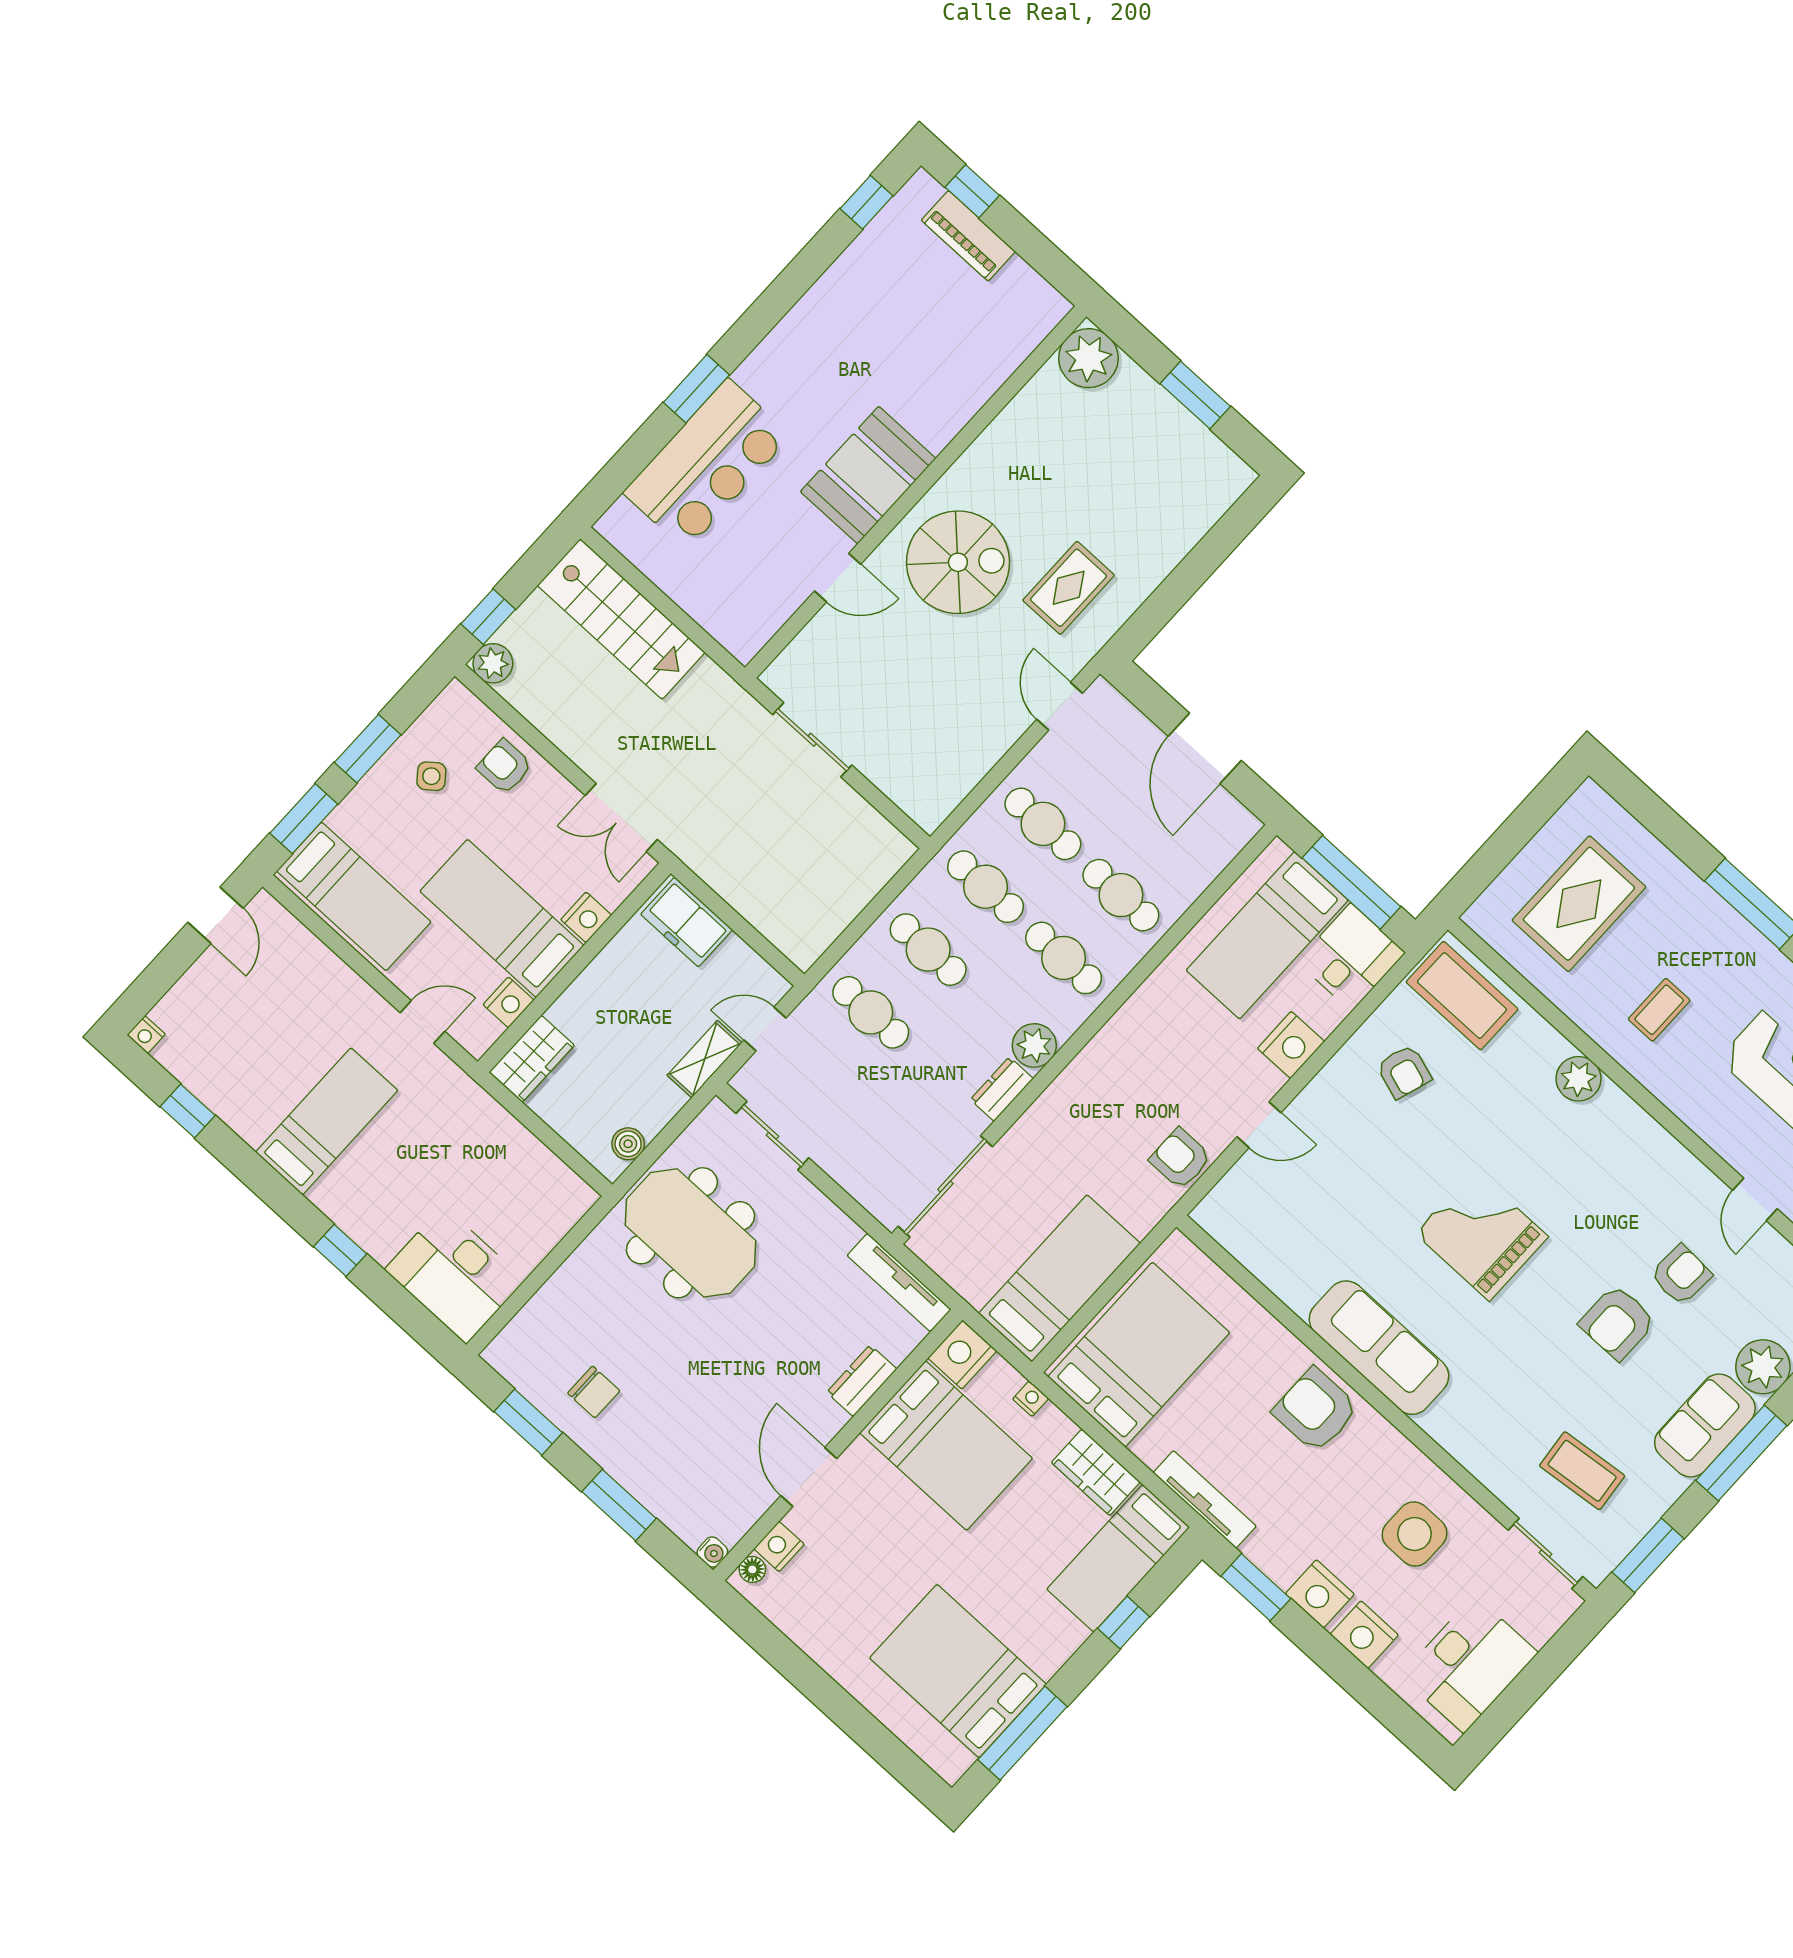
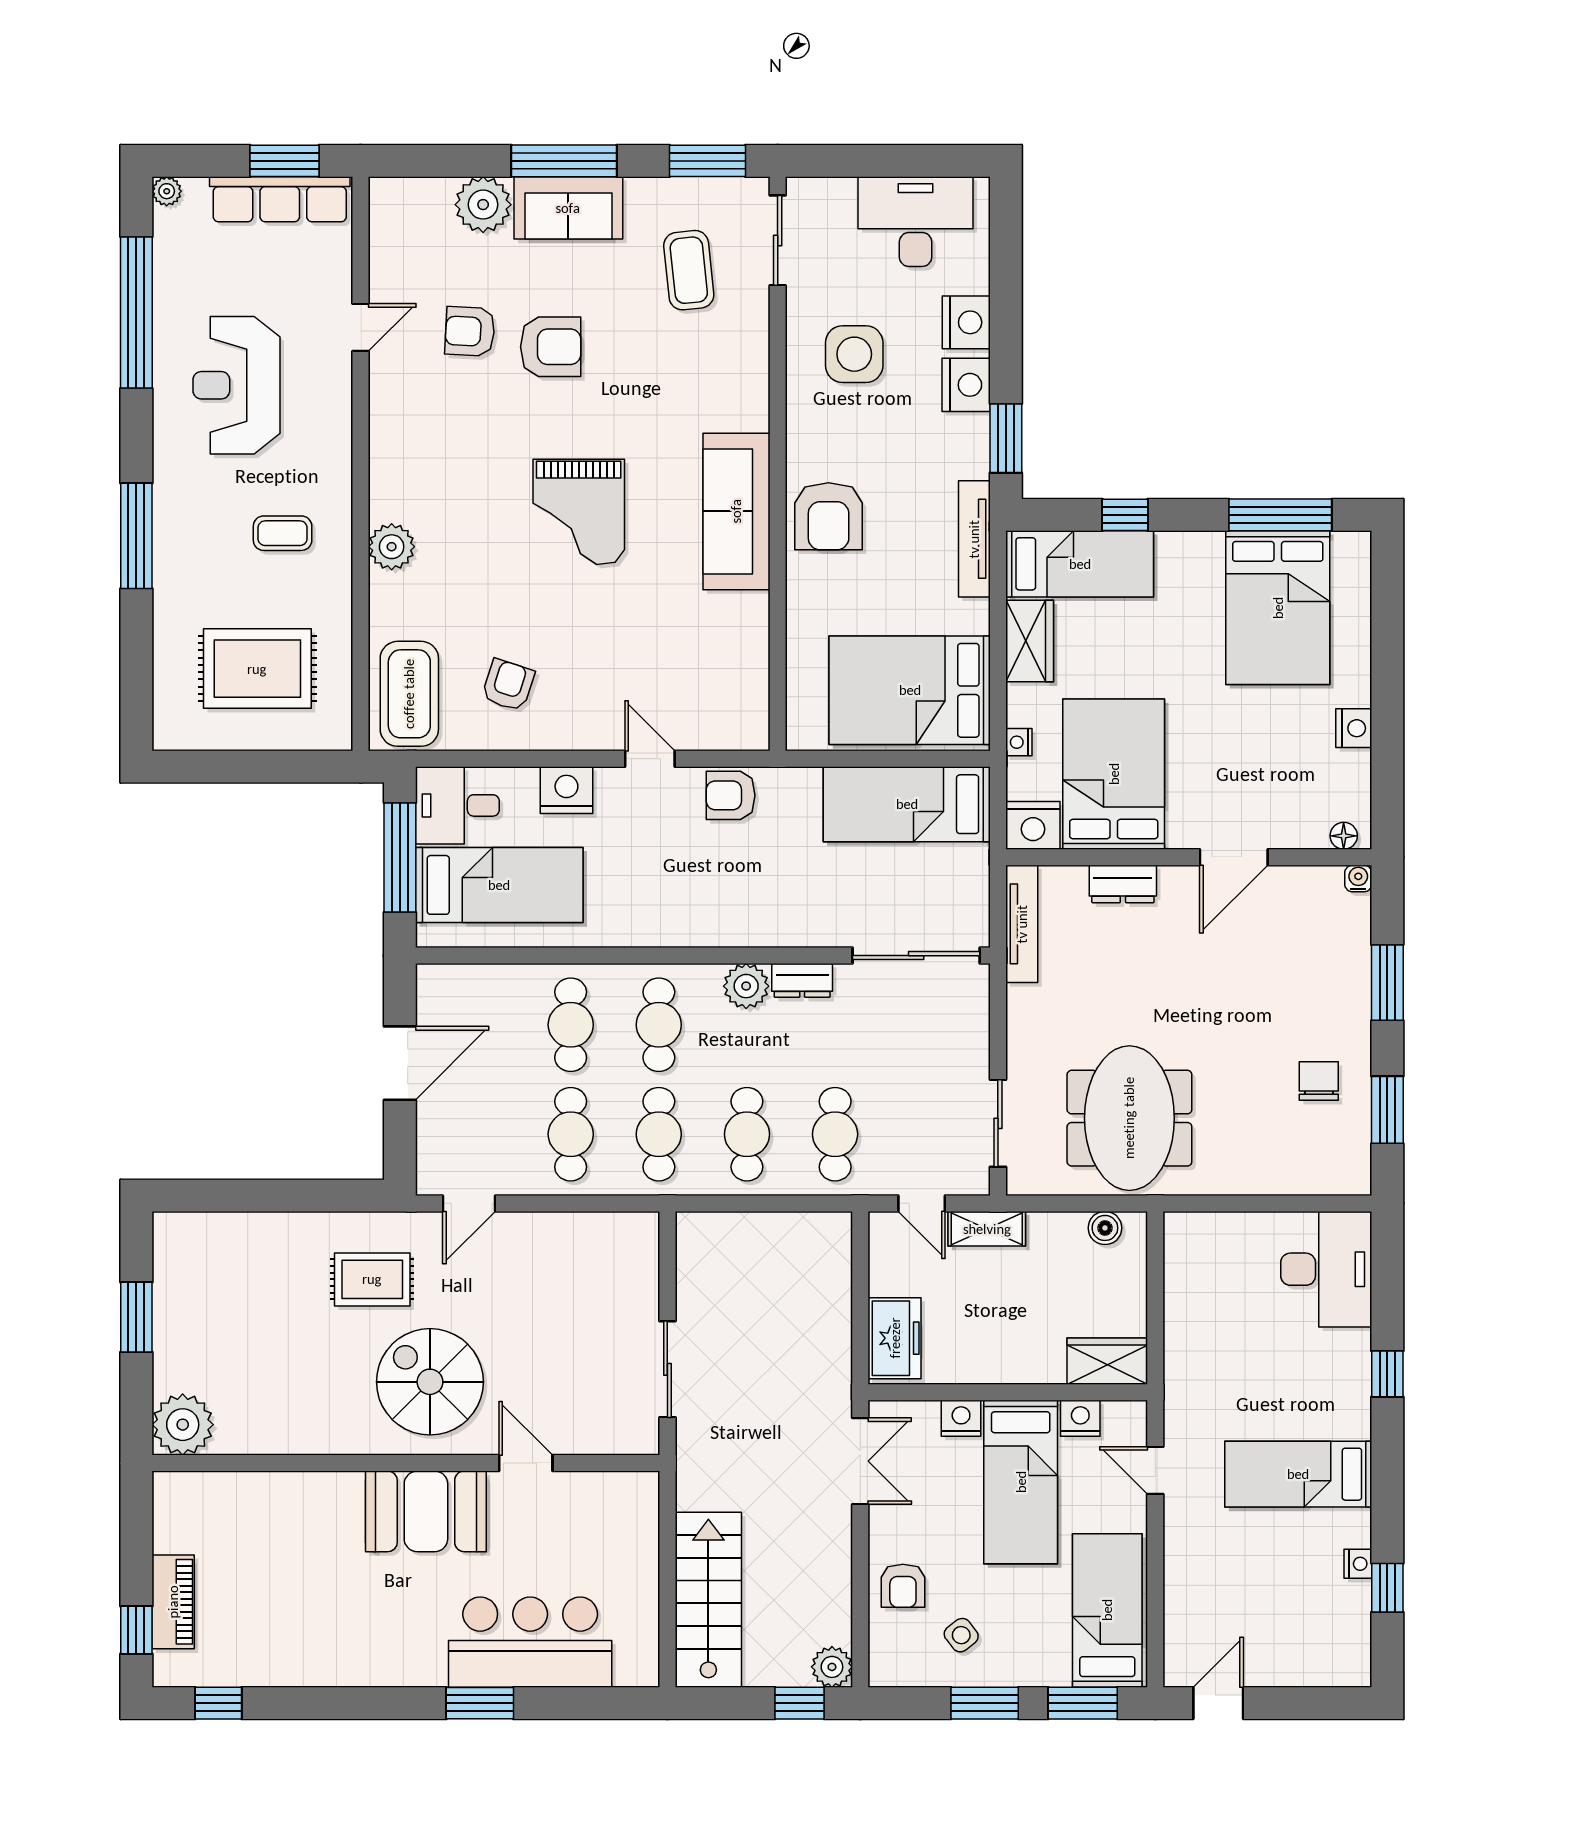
nightstand: (146, 1035) -> (1358, 1564), moved
armchair: (1180, 1159) -> (731, 795), turned 90
nightstand: (779, 1547) -> (1354, 728), moved, turned -90

